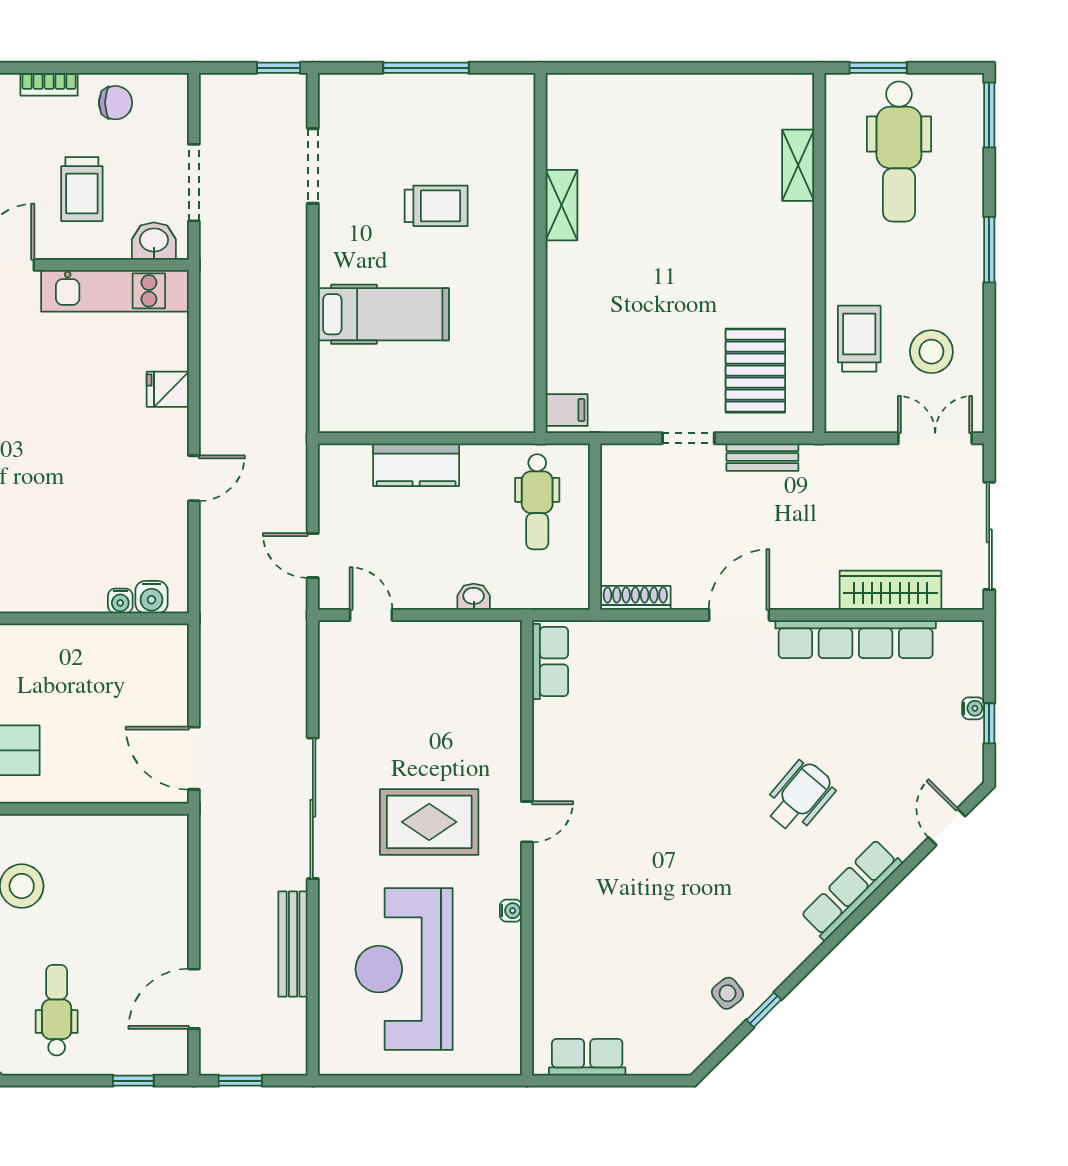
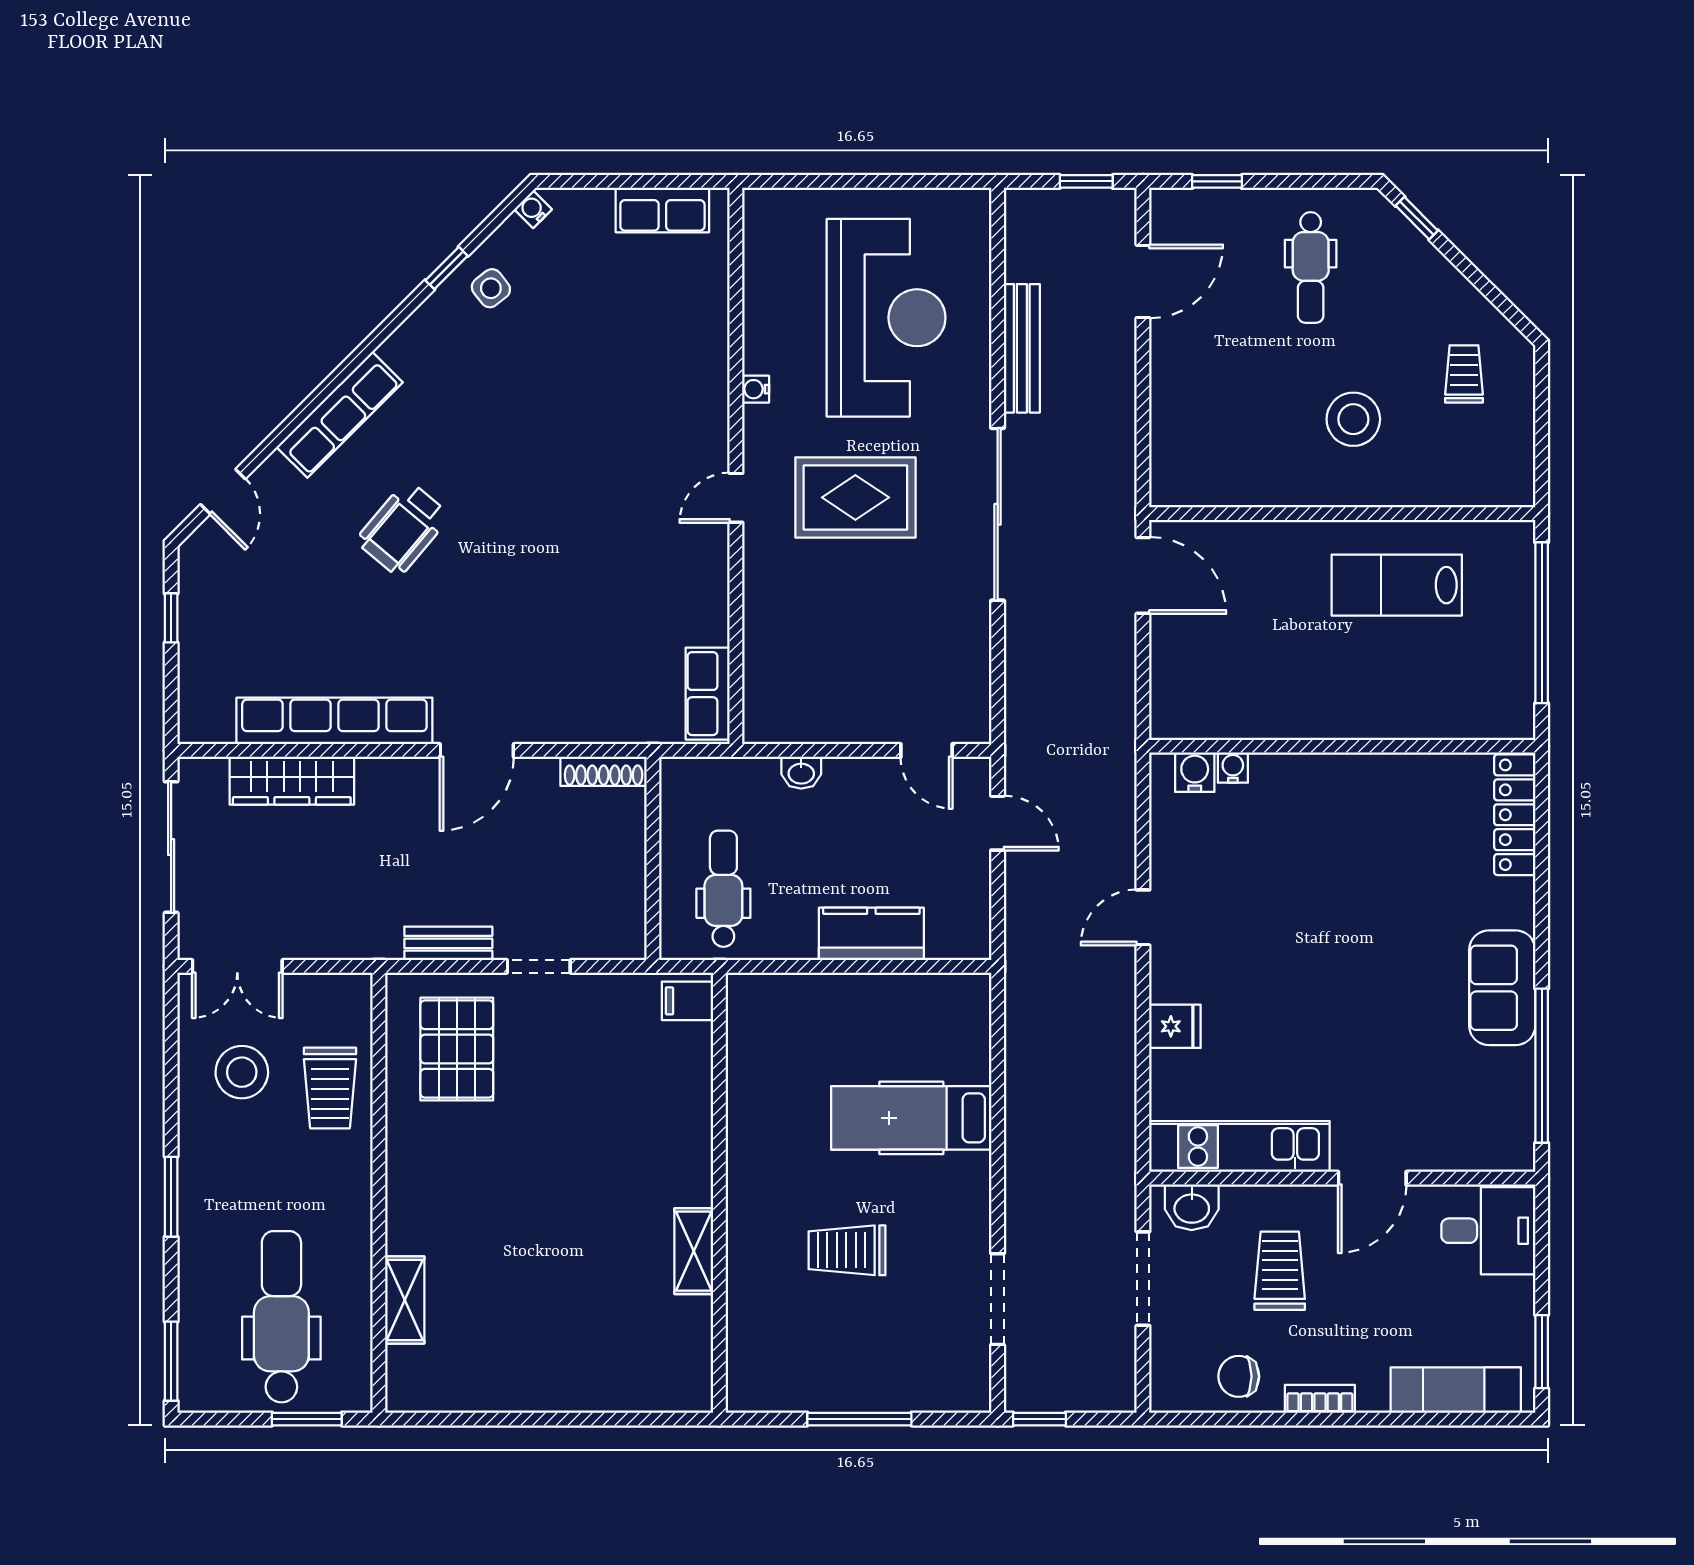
water cooler: (973, 708) -> (533, 209), moved, turned 45

